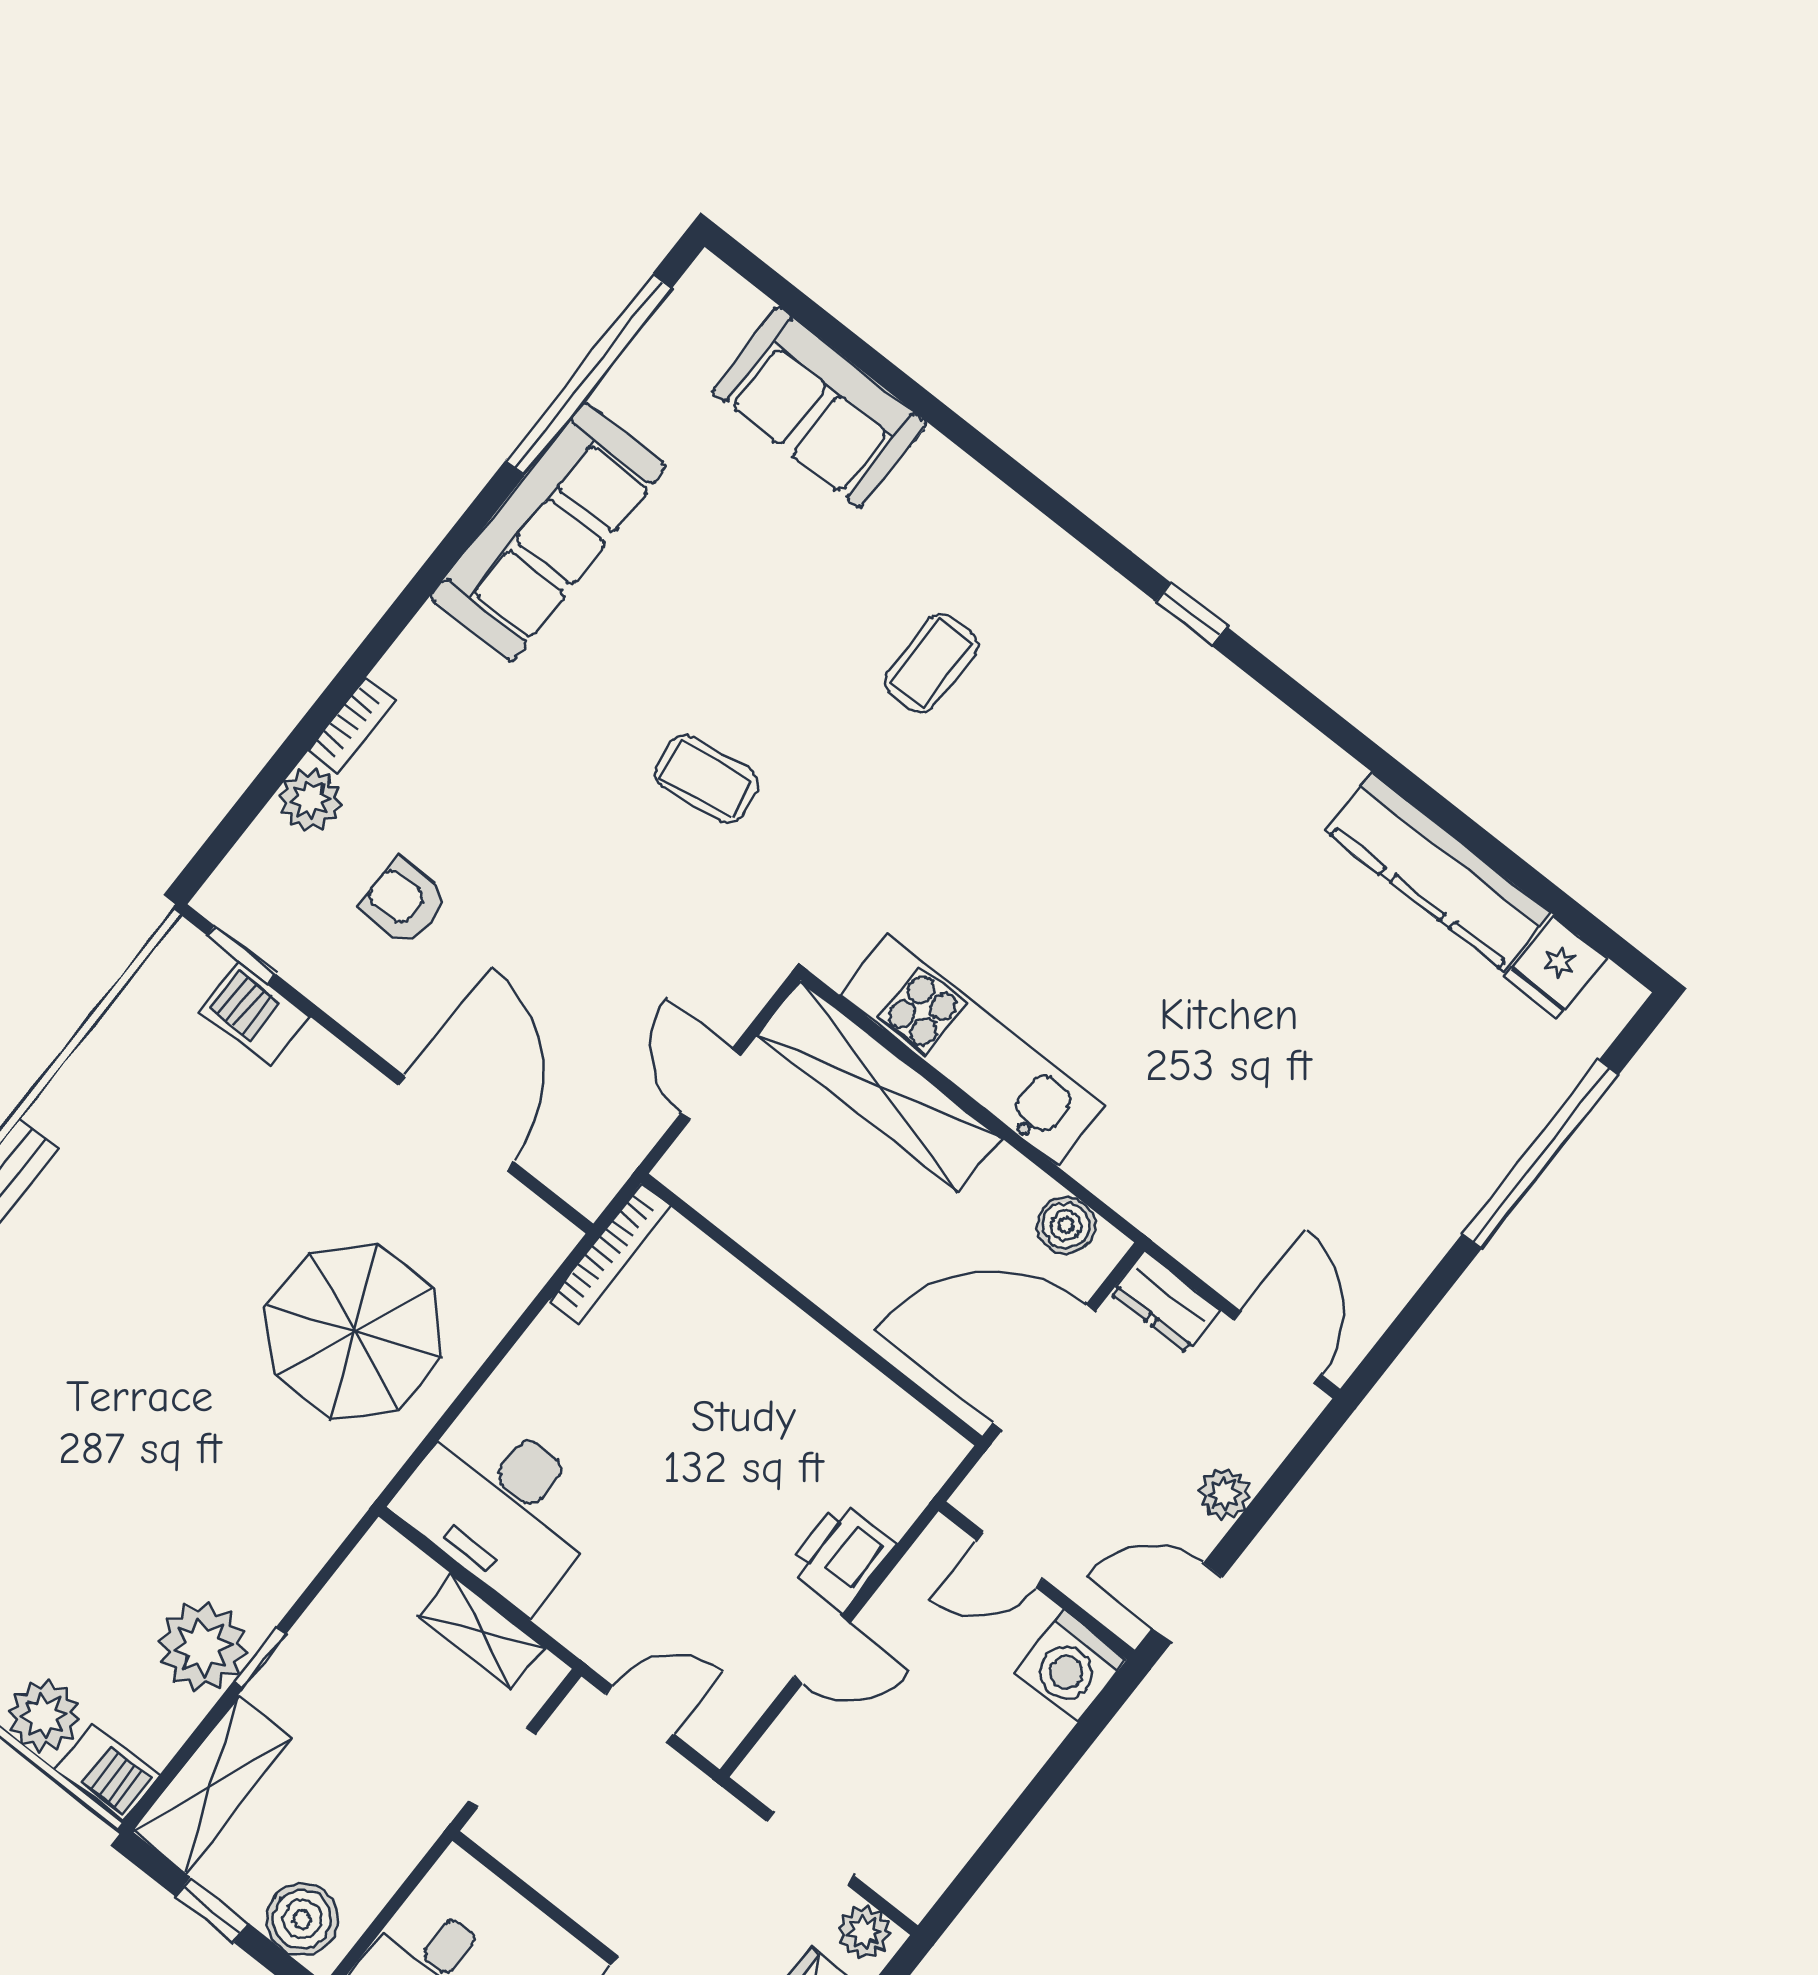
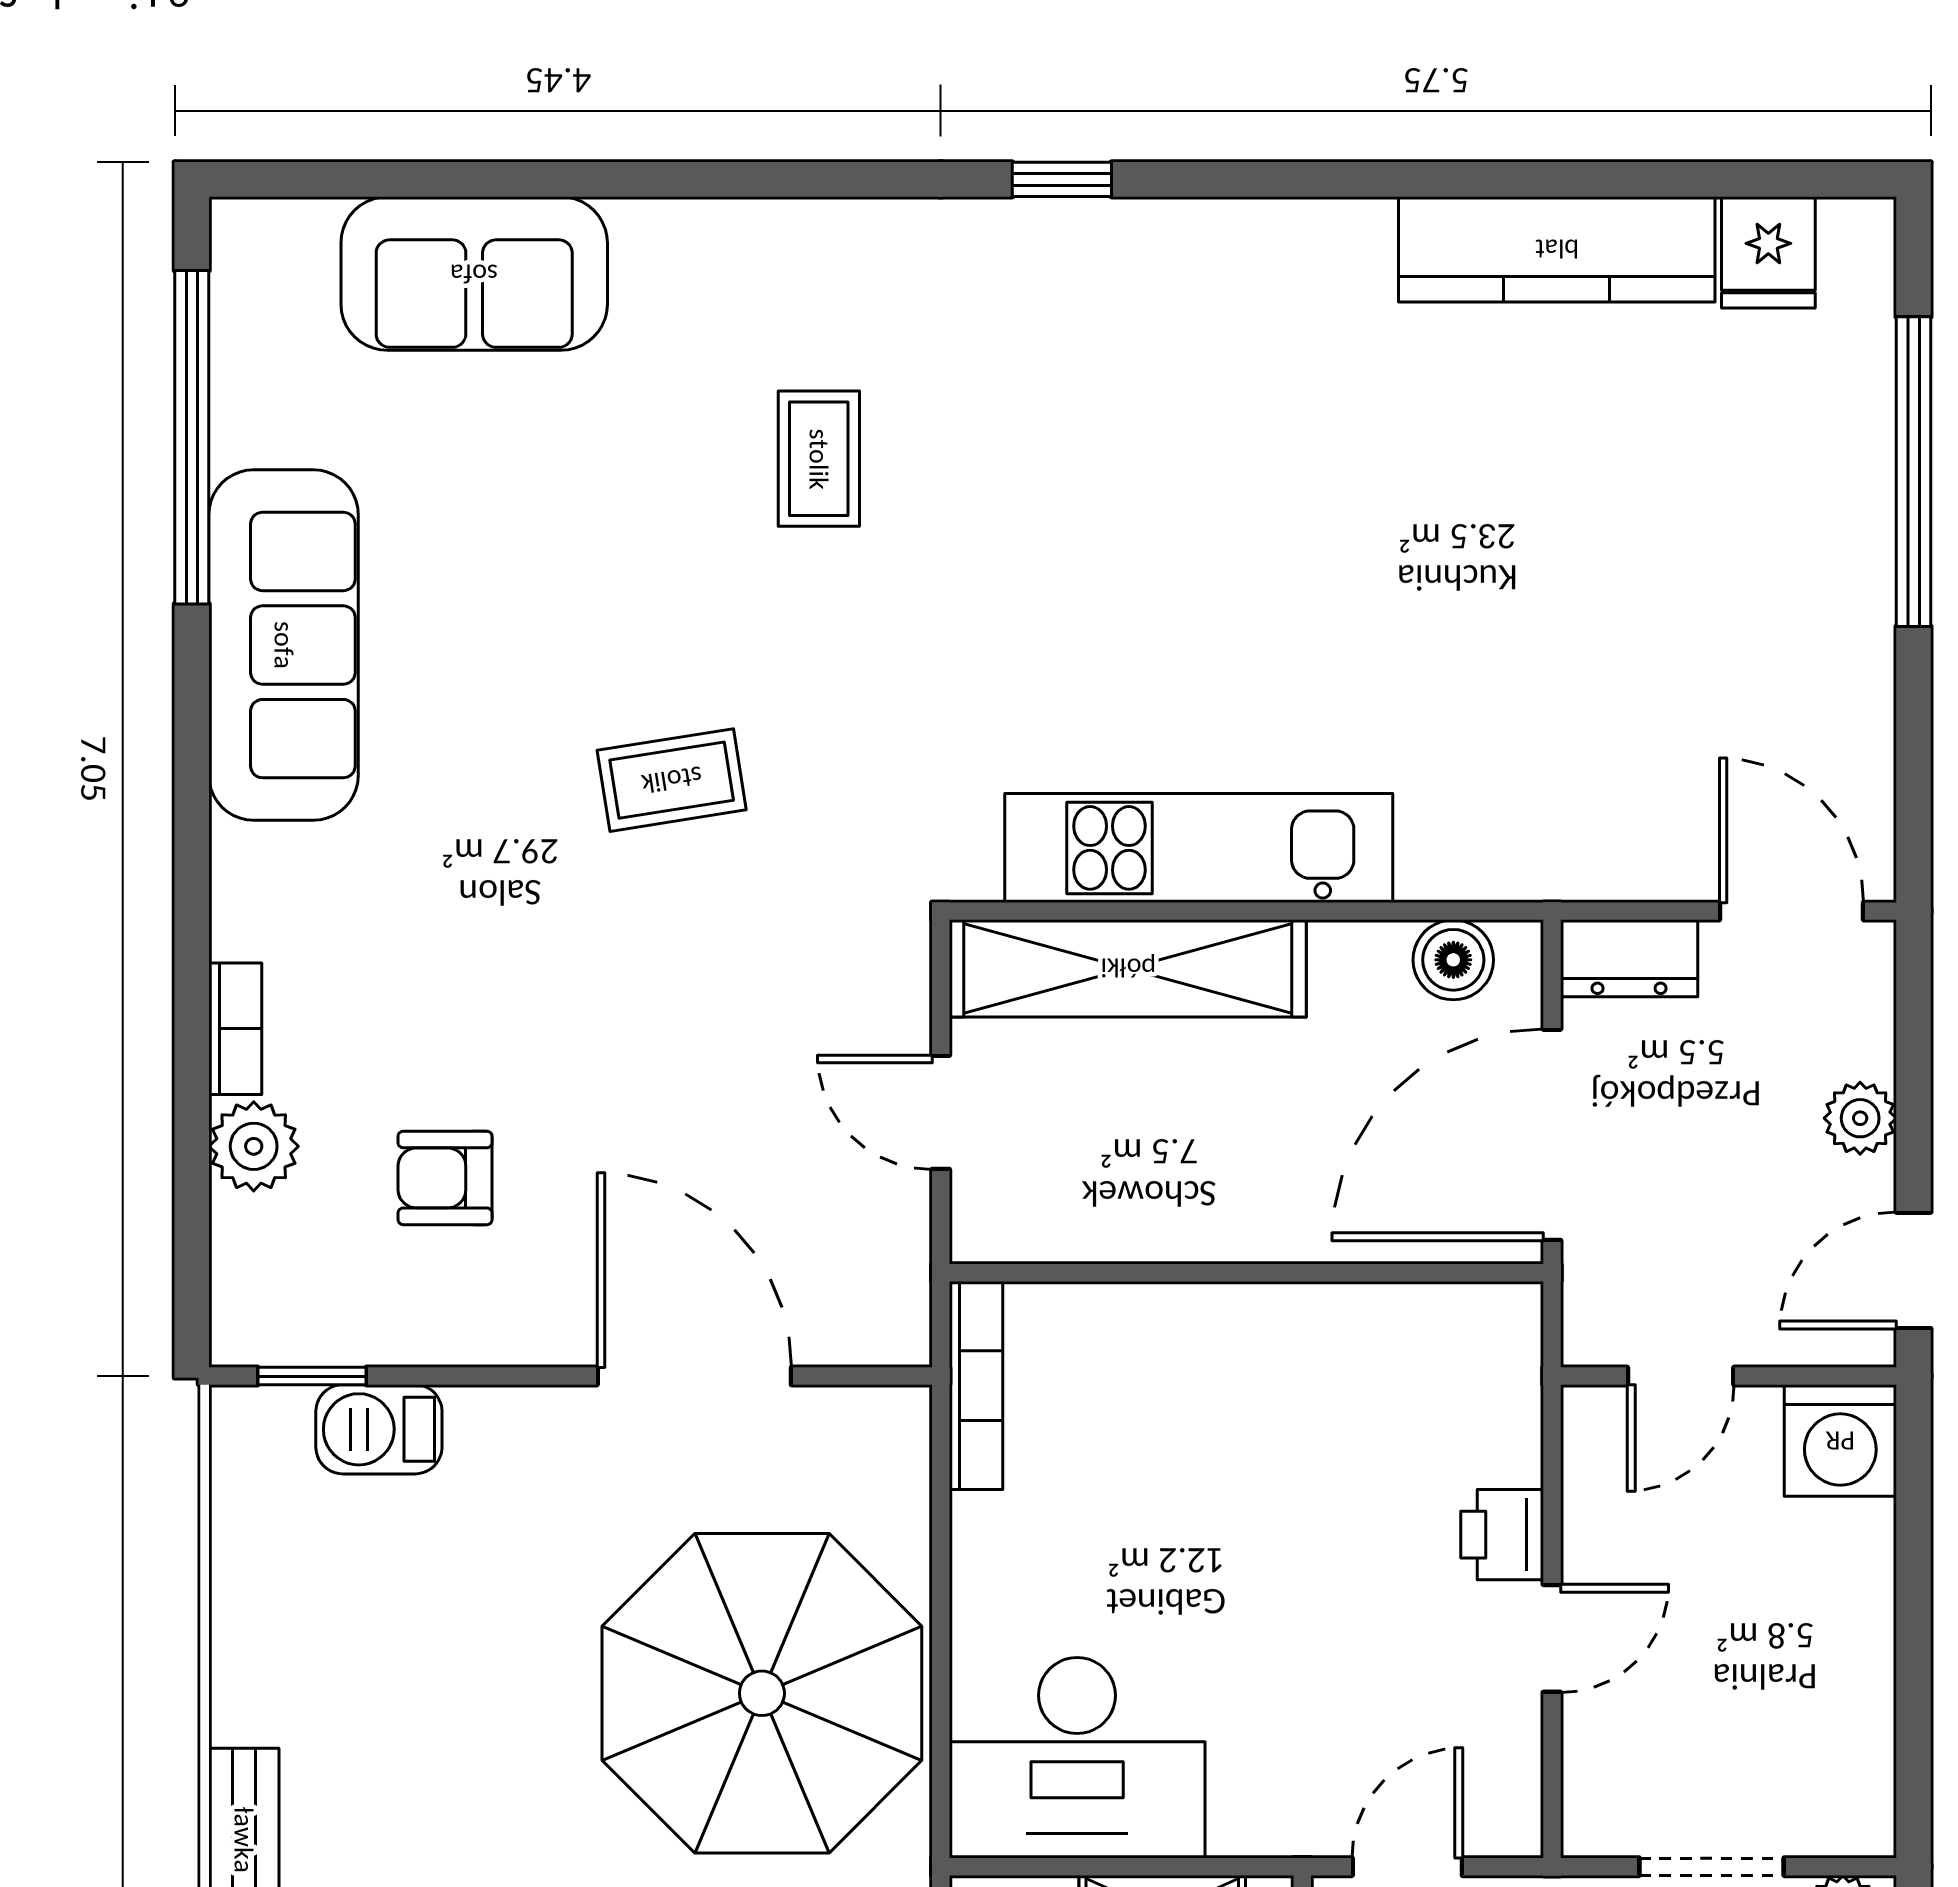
parasol: (354, 1332) -> (762, 1693), width x1.36, depth x1.36
printer: (841, 1556) -> (1502, 1535), width x0.73, depth x0.81

